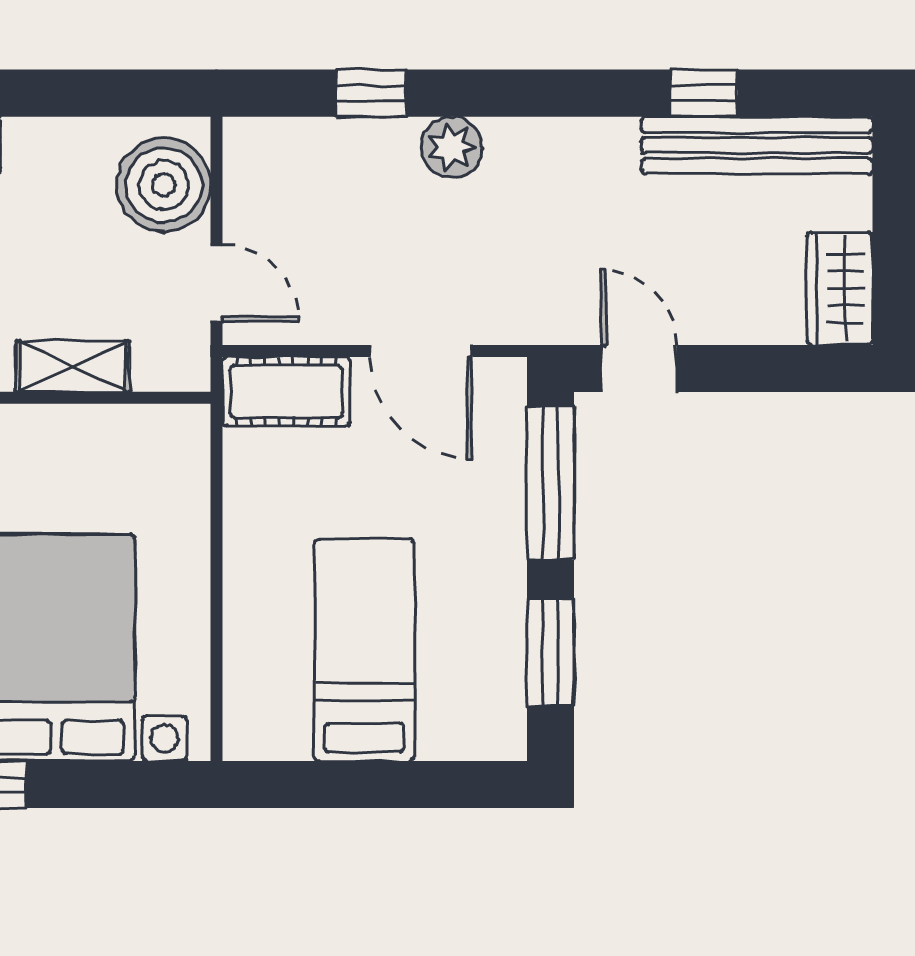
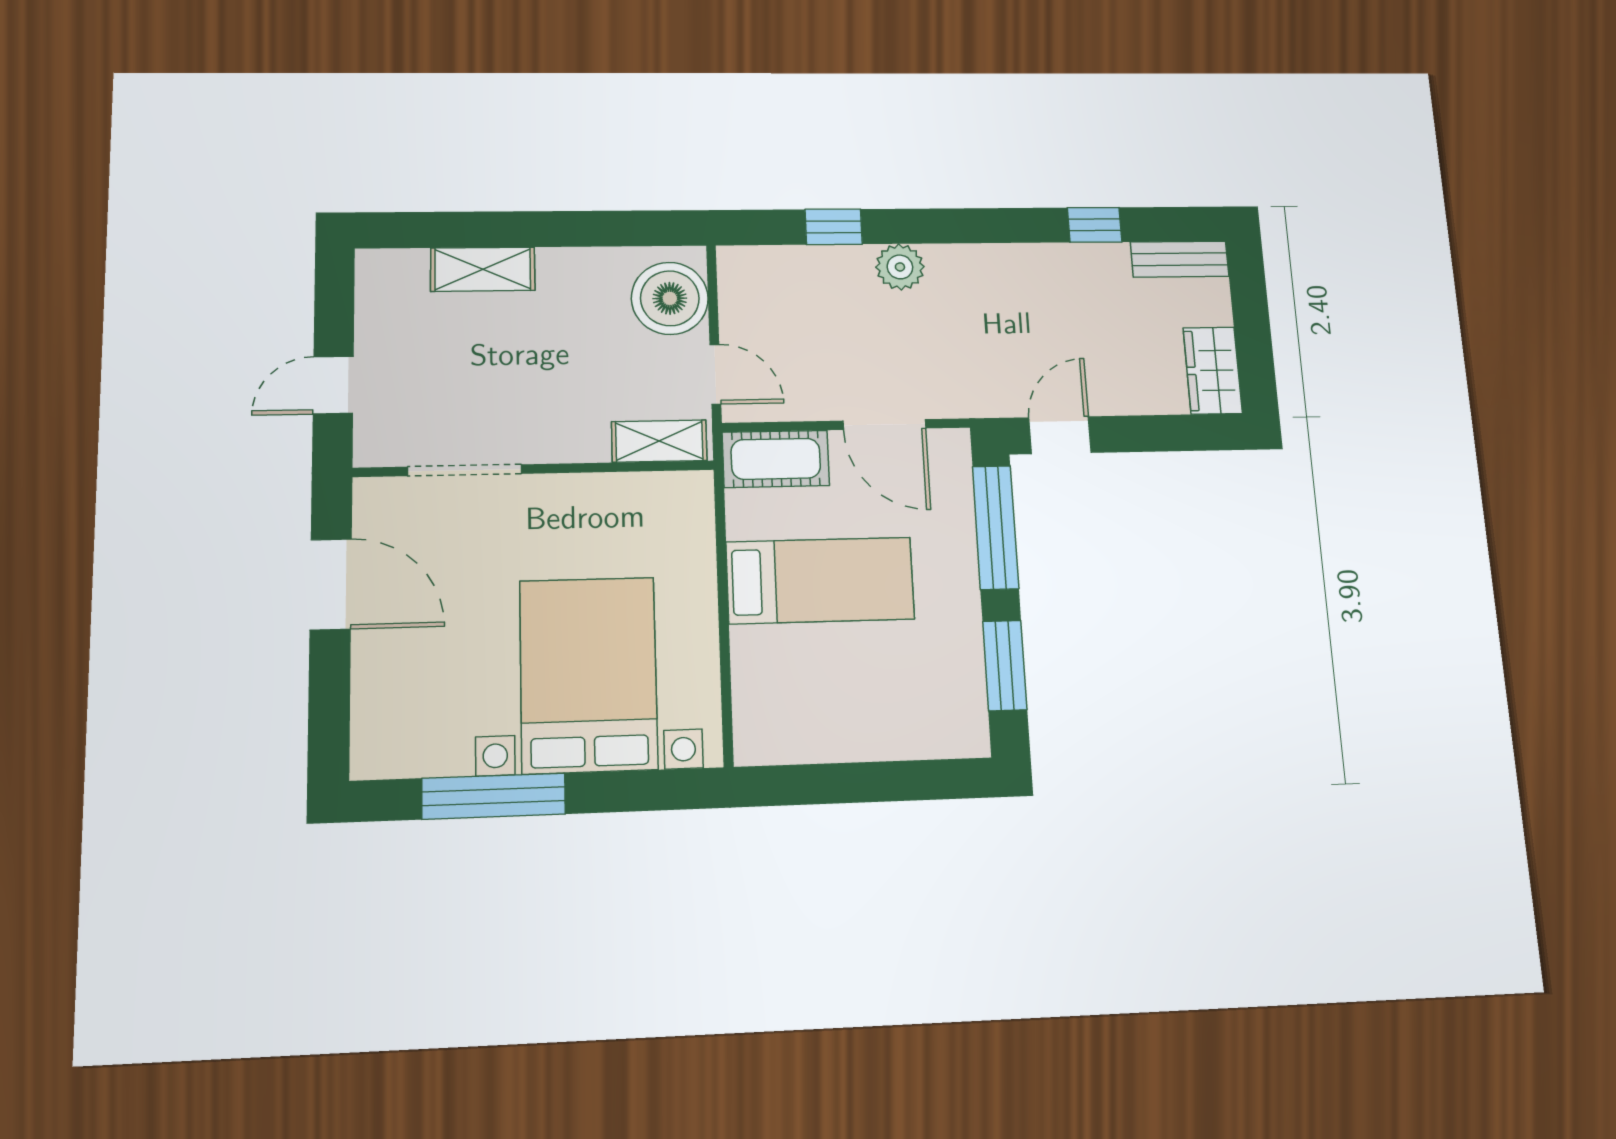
bench: (757, 145) -> (1180, 259), width x0.54, depth x0.82
shelving: (73, 366) -> (659, 441), moved
door: (639, 369) -> (1060, 435), hinge flipped
bed: (364, 650) -> (820, 580), moved, turned 90

